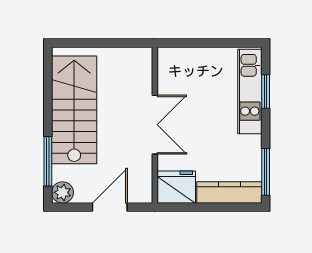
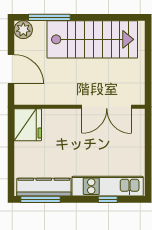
window: (266, 91) -> (108, 199), width x0.67
double door: (155, 125) -> (107, 107), moved
kitchen counter: (229, 193) -> (44, 187), moved, turned -90

